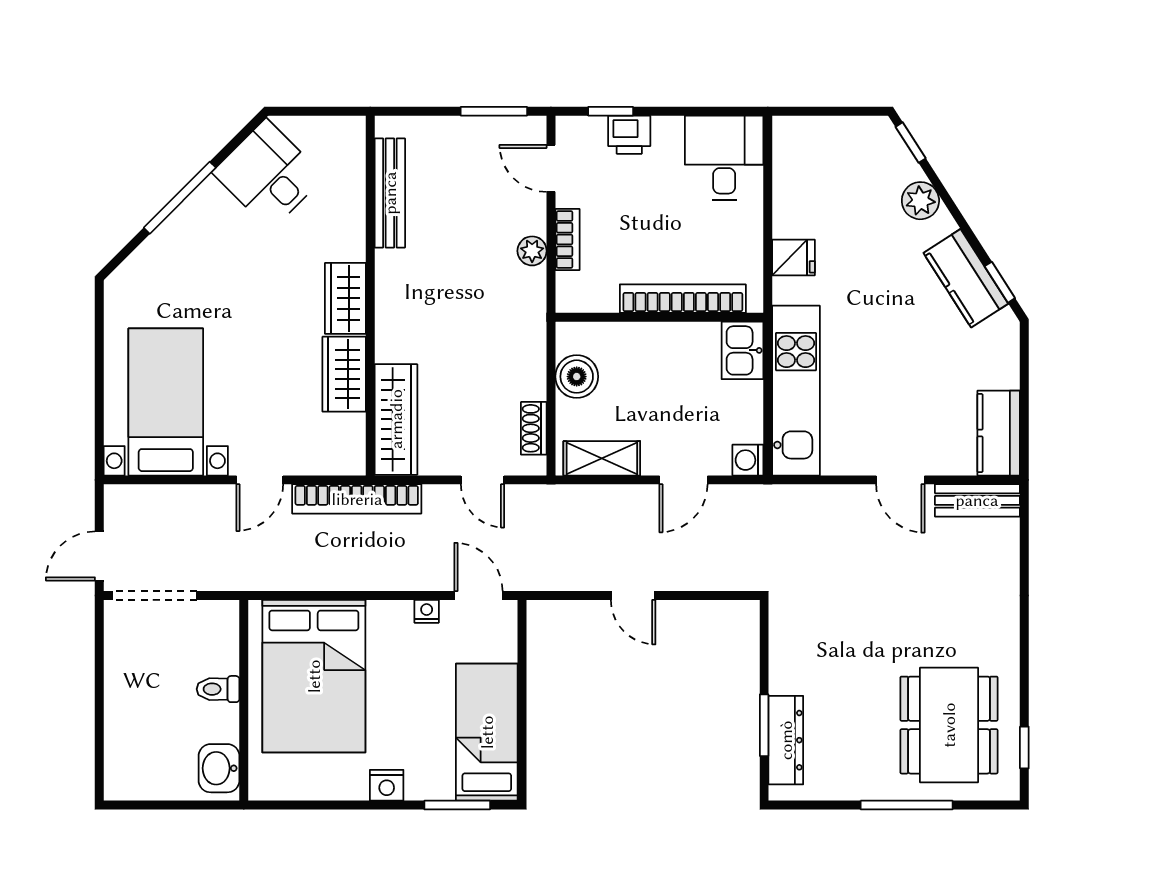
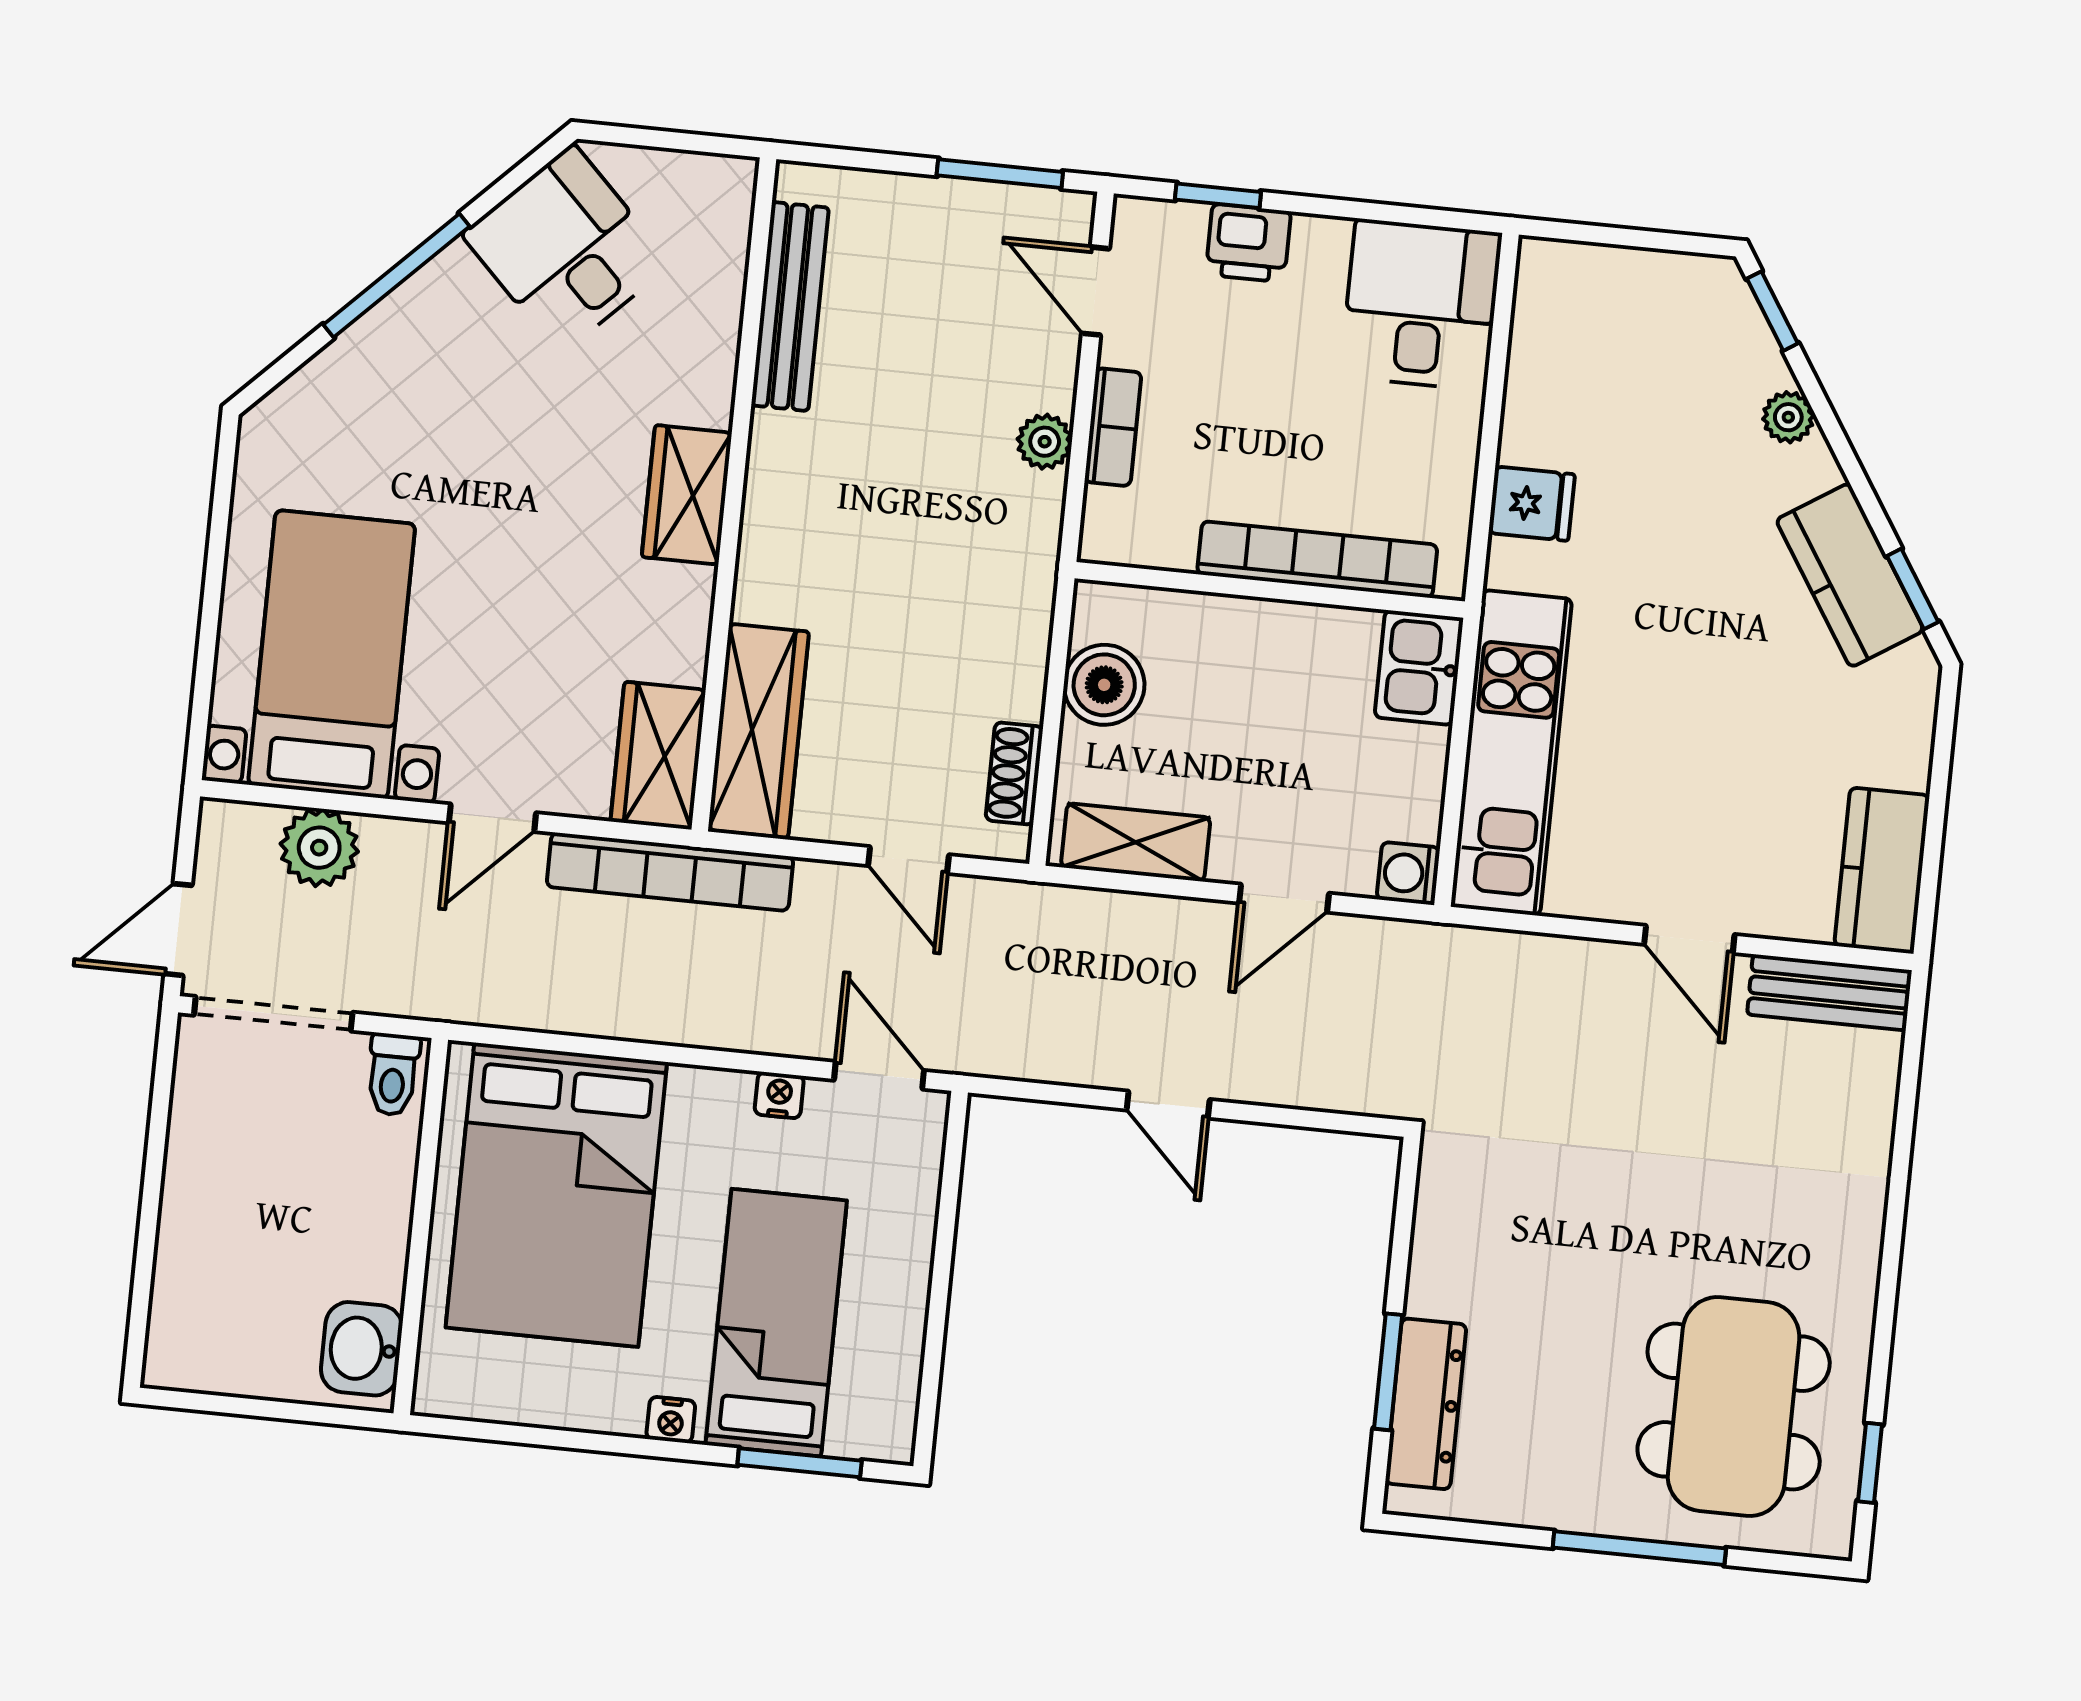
plant: (920, 201) -> (1788, 417), width x0.73, depth x0.73
wardrobe: (344, 374) -> (658, 756), moved
plant: (170, 505) -> (319, 848), added
toilet: (218, 689) -> (393, 1074), moved, turned -90
bed: (487, 732) -> (776, 1323), moved
nightstand: (387, 785) -> (671, 1420), width x0.72, depth x0.74

